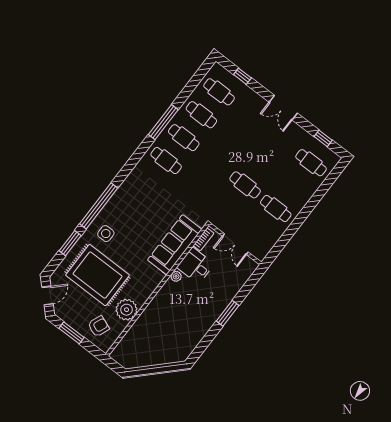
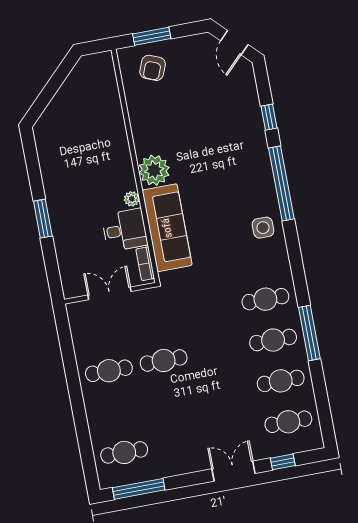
double door: (283, 108) -> (233, 471), moved
window: (323, 138) -> (139, 489), width x2.17
side table: (106, 234) -> (263, 228), moved
window: (70, 243) -> (269, 117), width x0.67
rug: (97, 275) -> (208, 116), removed
plant: (127, 310) -> (154, 170), moved
window: (71, 333) -> (152, 36), moved

